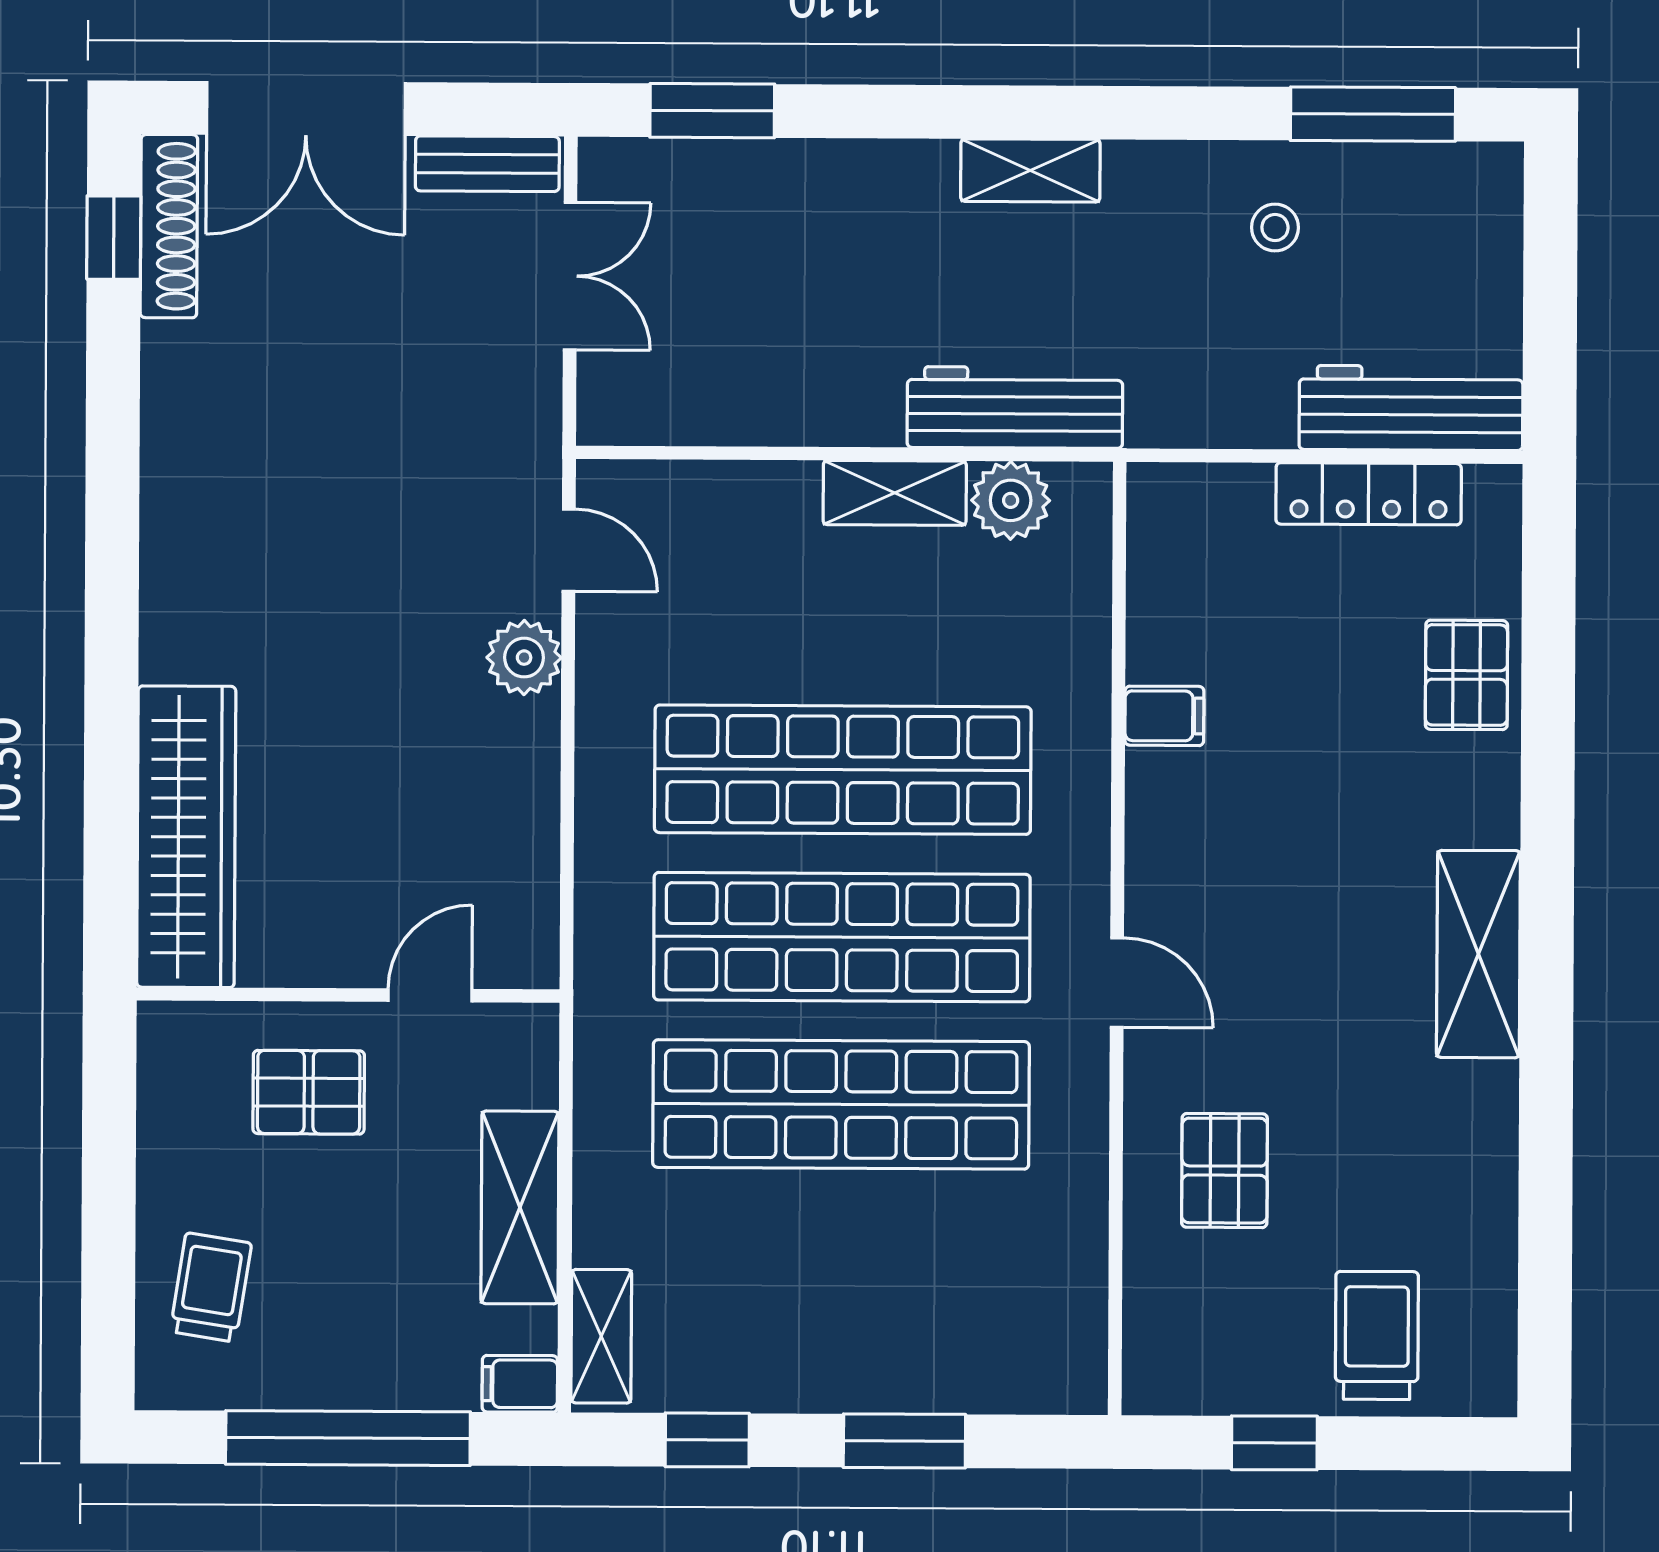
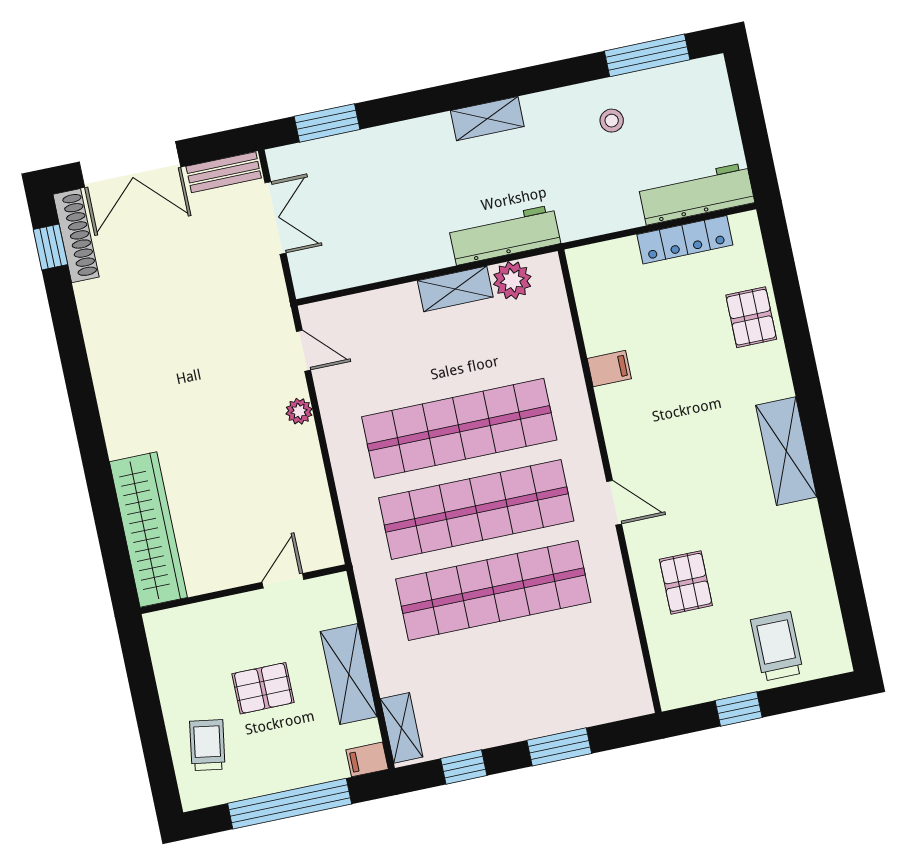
plant: (524, 658) -> (299, 411), width x0.73, depth x0.73
pallet: (309, 1092) -> (263, 688), moved

